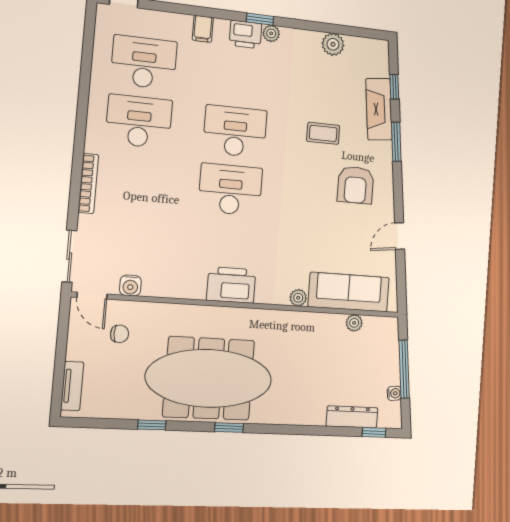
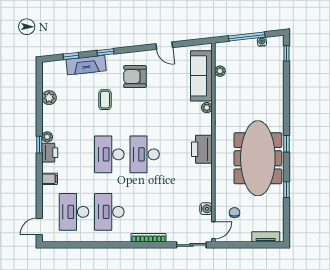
window: (396, 142) -> (105, 52), width x0.67
armchair: (356, 185) -> (135, 77), turned 180
dresser: (352, 417) -> (277, 68), removed

